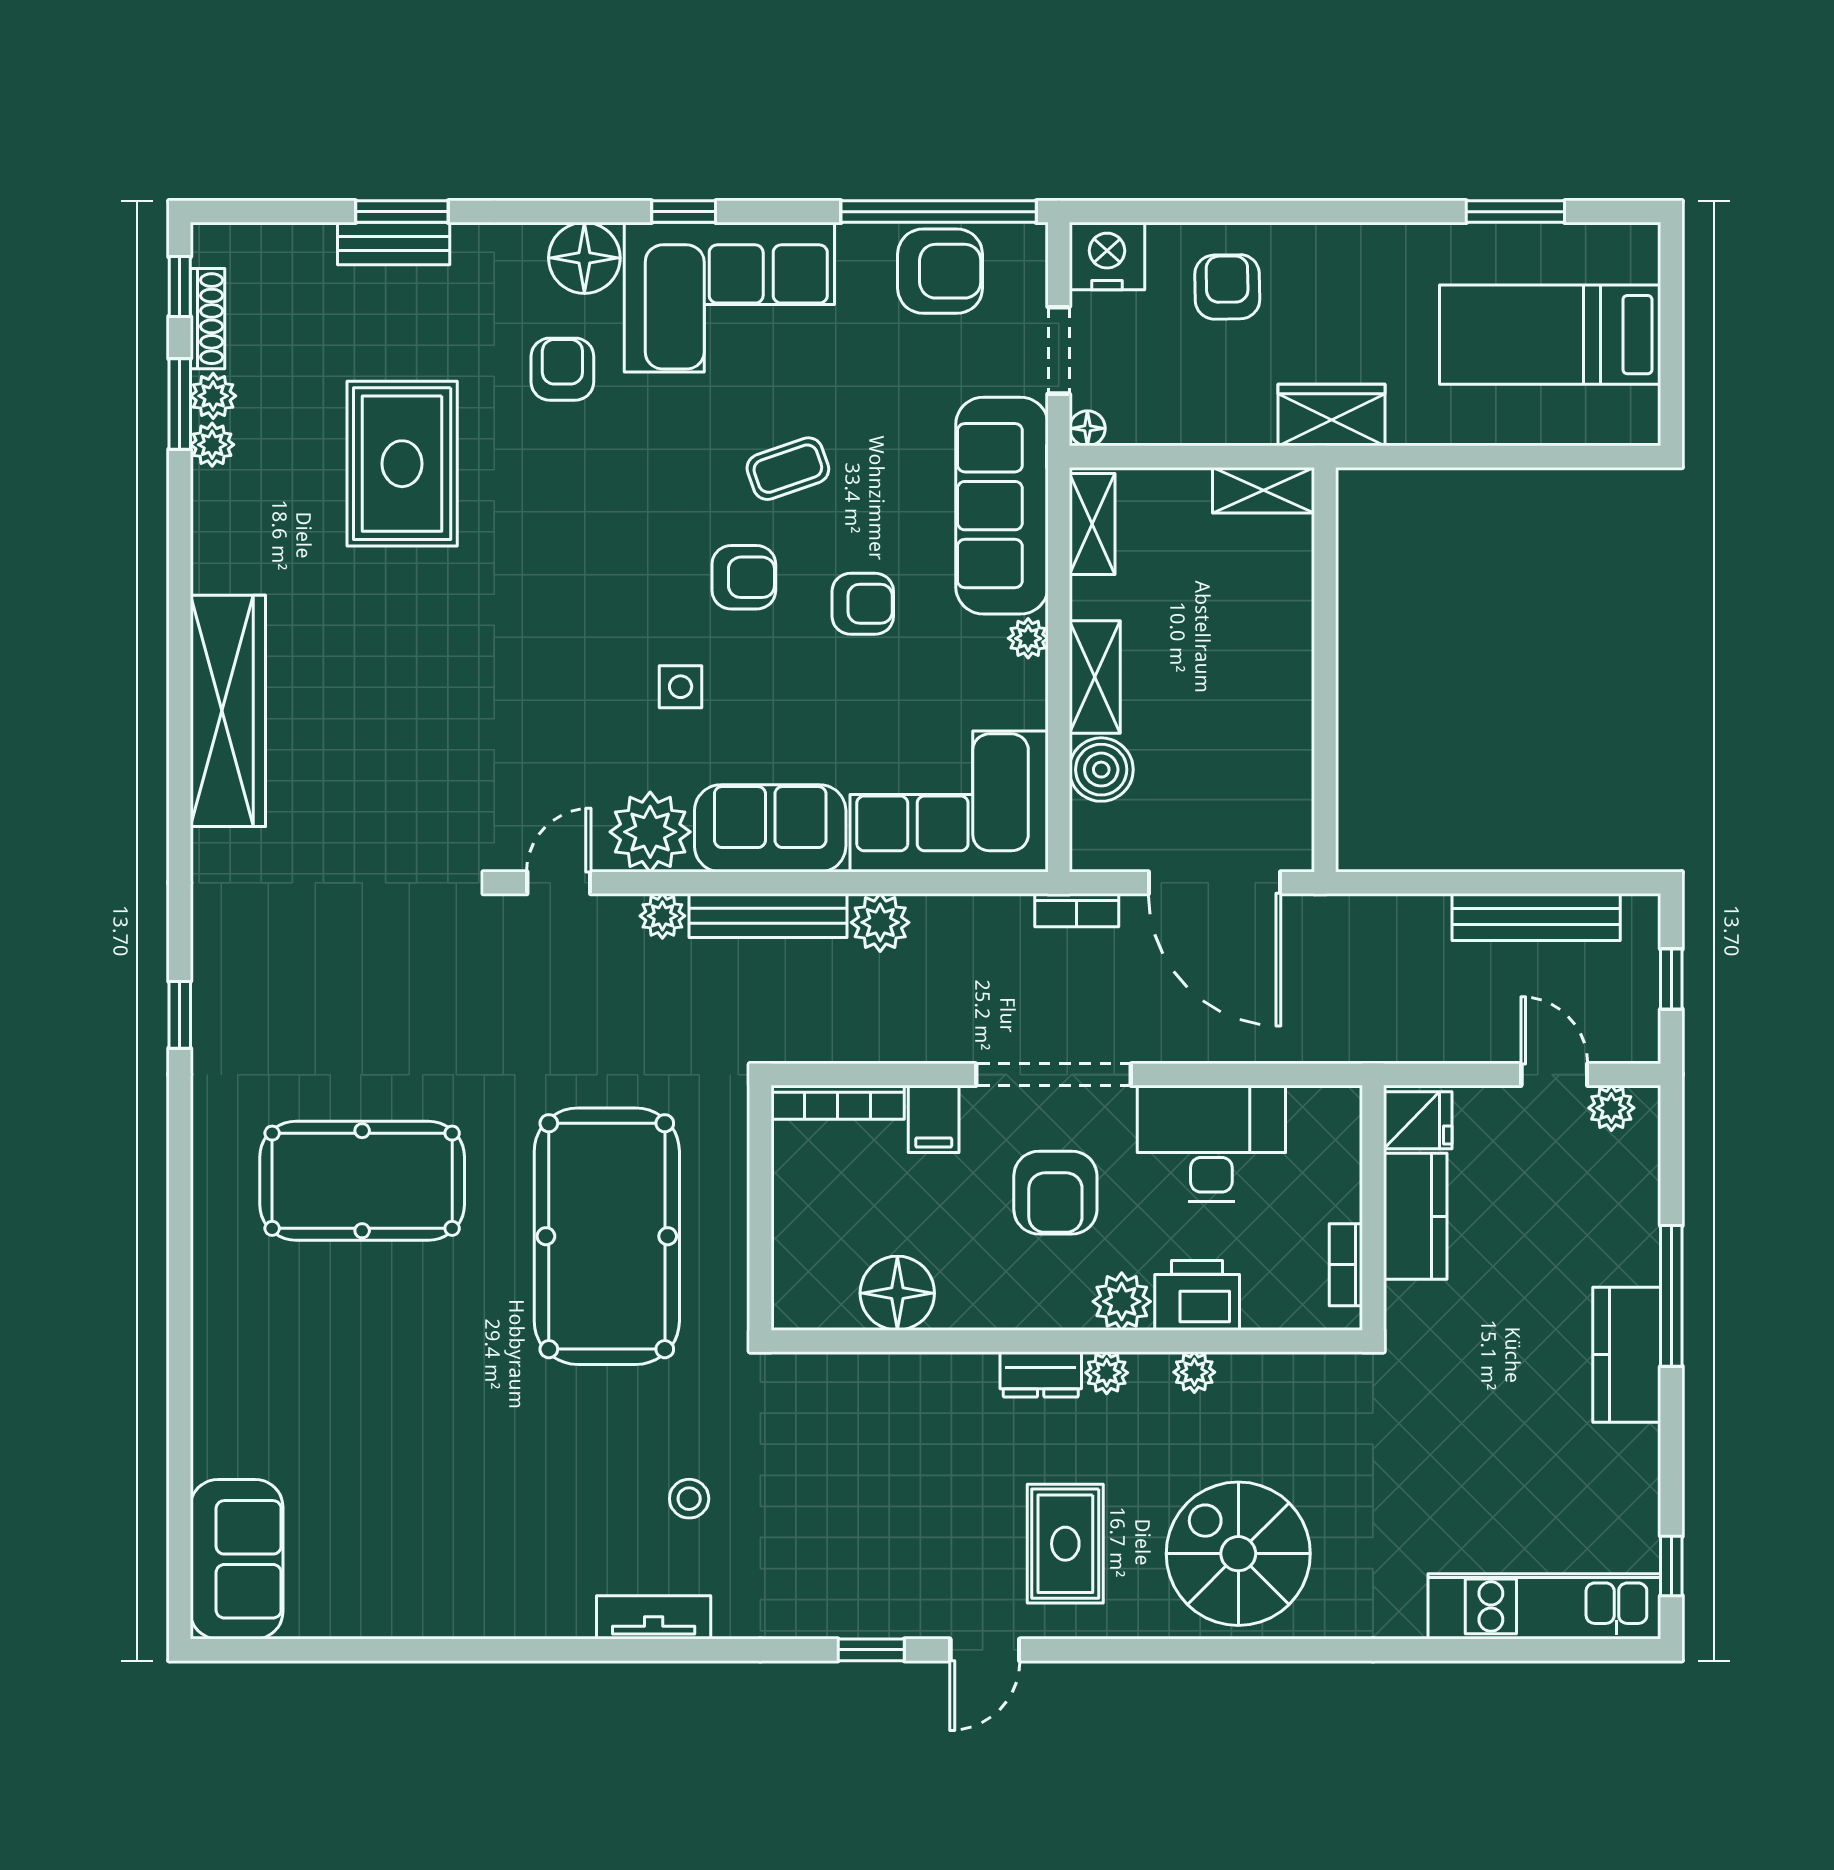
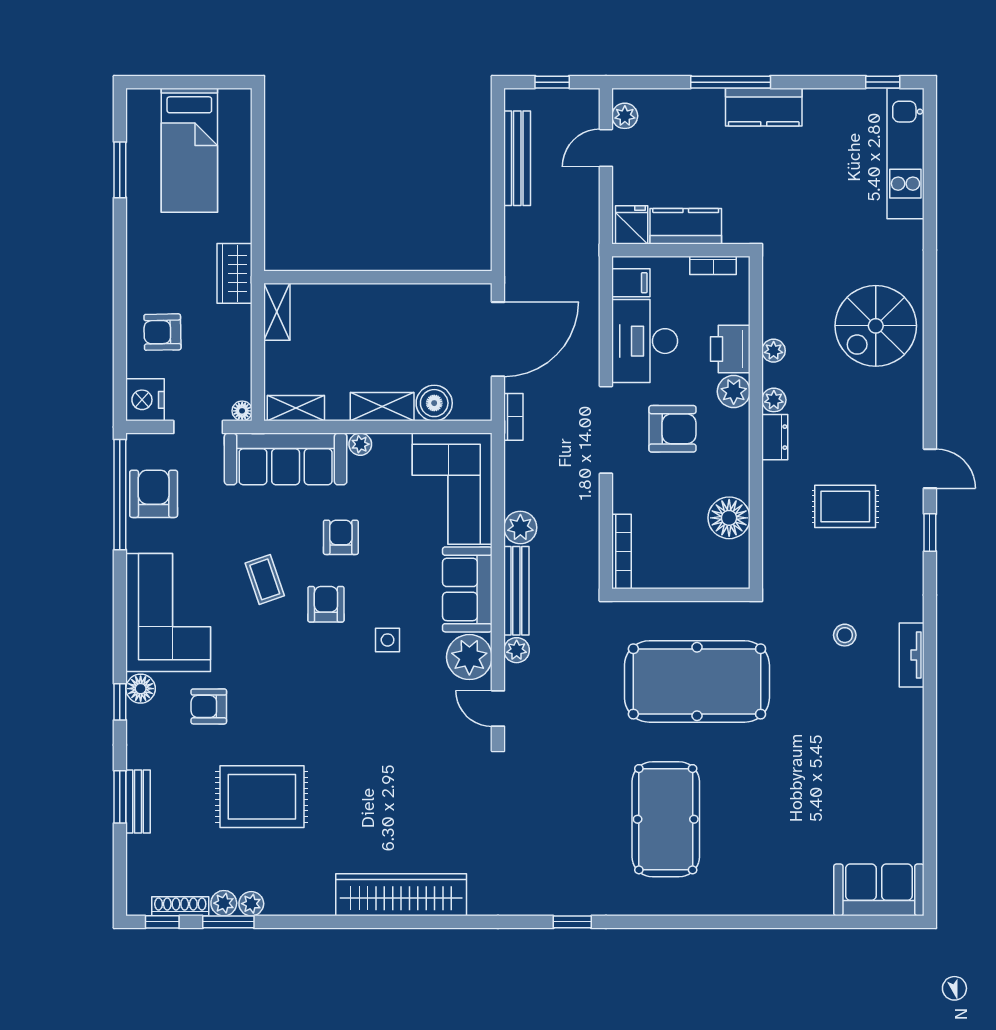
window: (684, 212) -> (120, 702), moved
floor lamp: (584, 258) -> (141, 689), width x0.73, depth x0.73
filing cabinet: (934, 1119) -> (631, 283), moved
rug: (1065, 1544) -> (845, 506), moved

